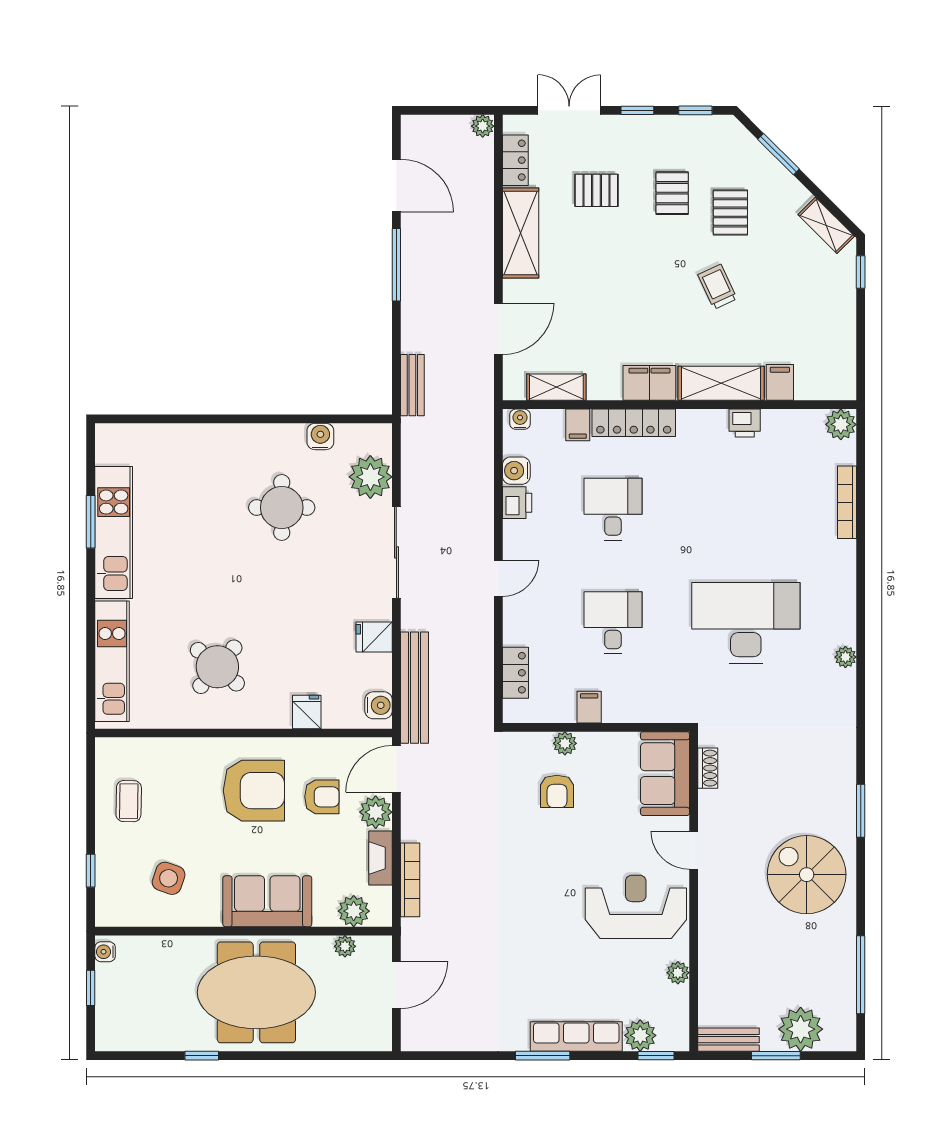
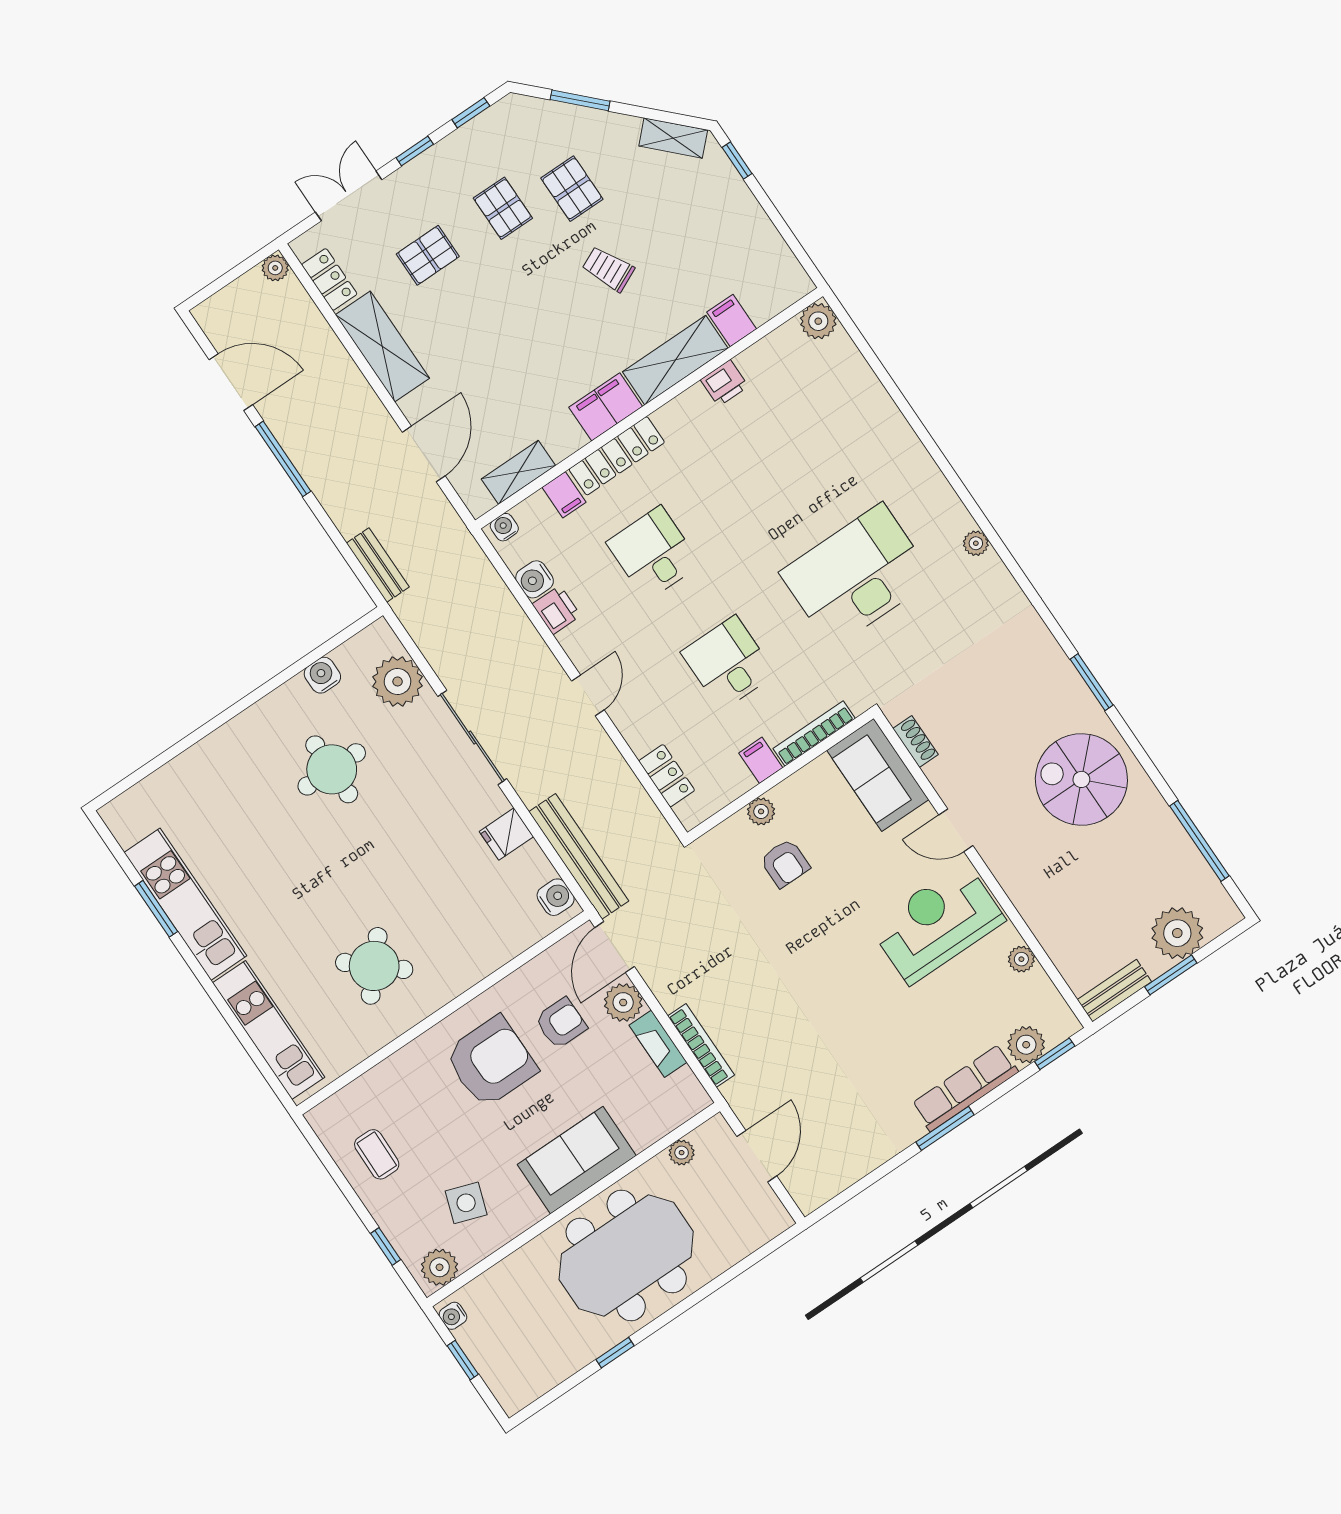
bookcase: (847, 502) -> (814, 734), moved, turned 90
fridge: (307, 712) -> (490, 951), removed
plant: (354, 911) -> (440, 1267), moved

